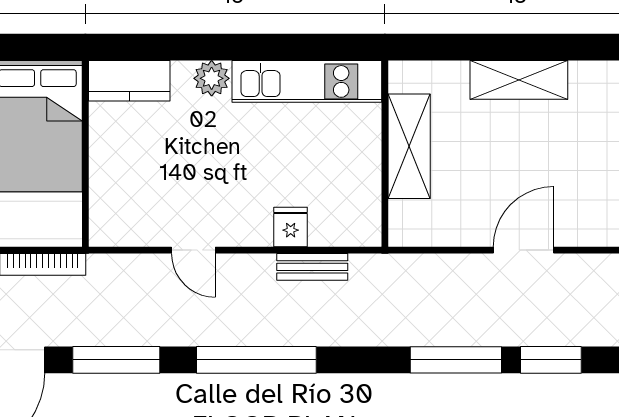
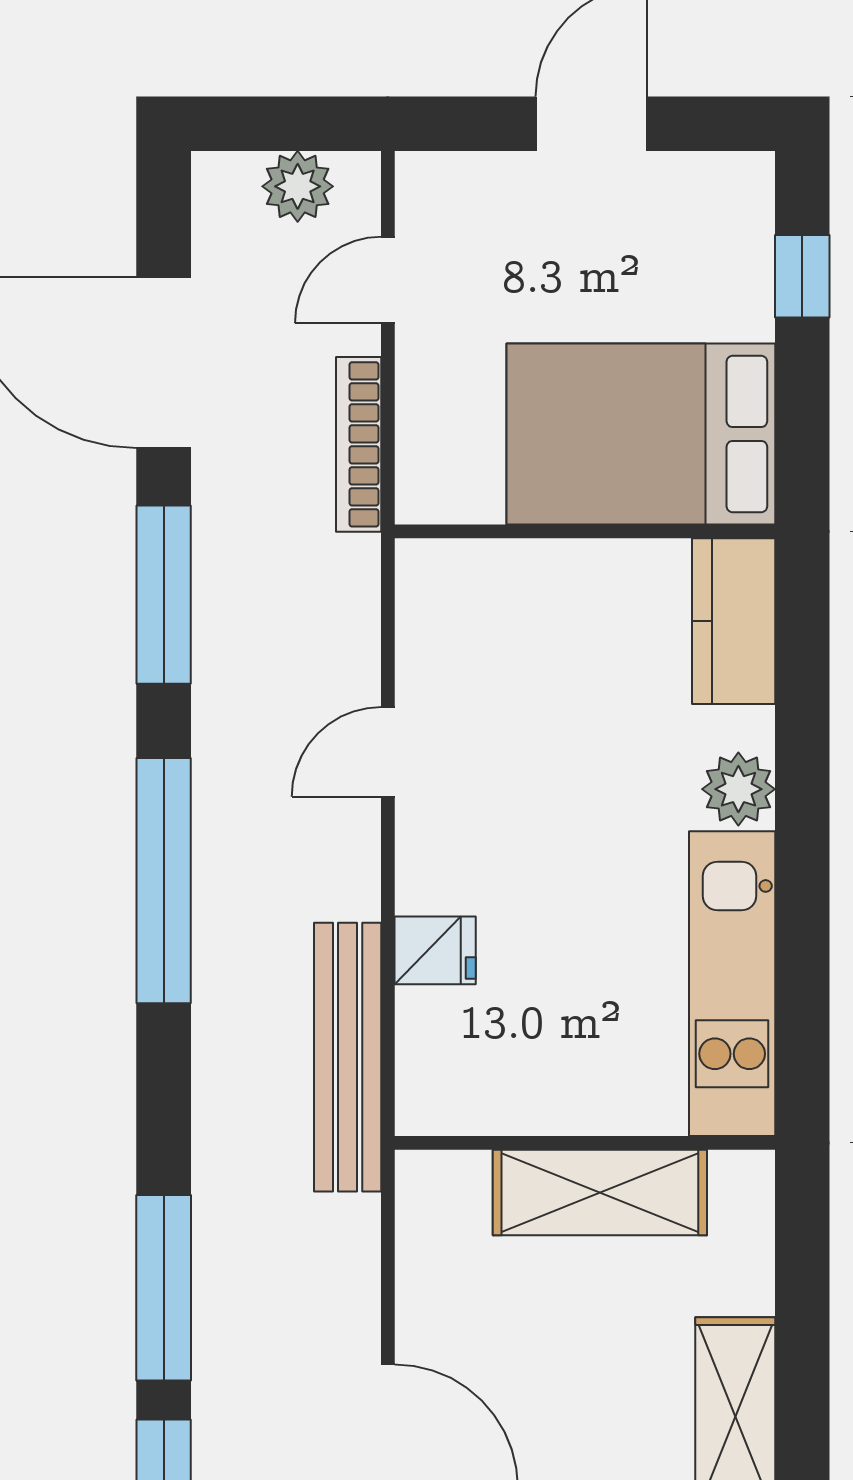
bench: (312, 267) -> (348, 1057), width x1.86, depth x1.21

